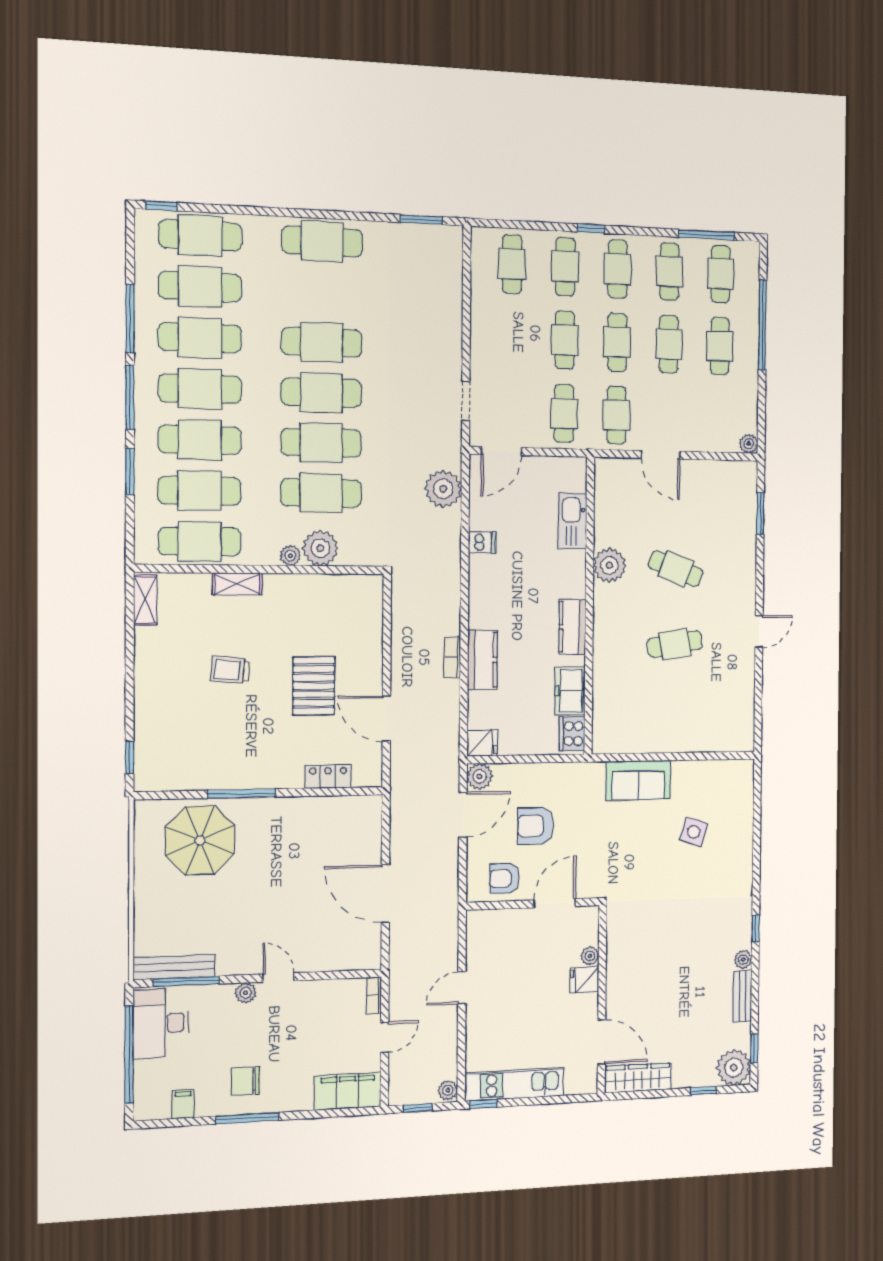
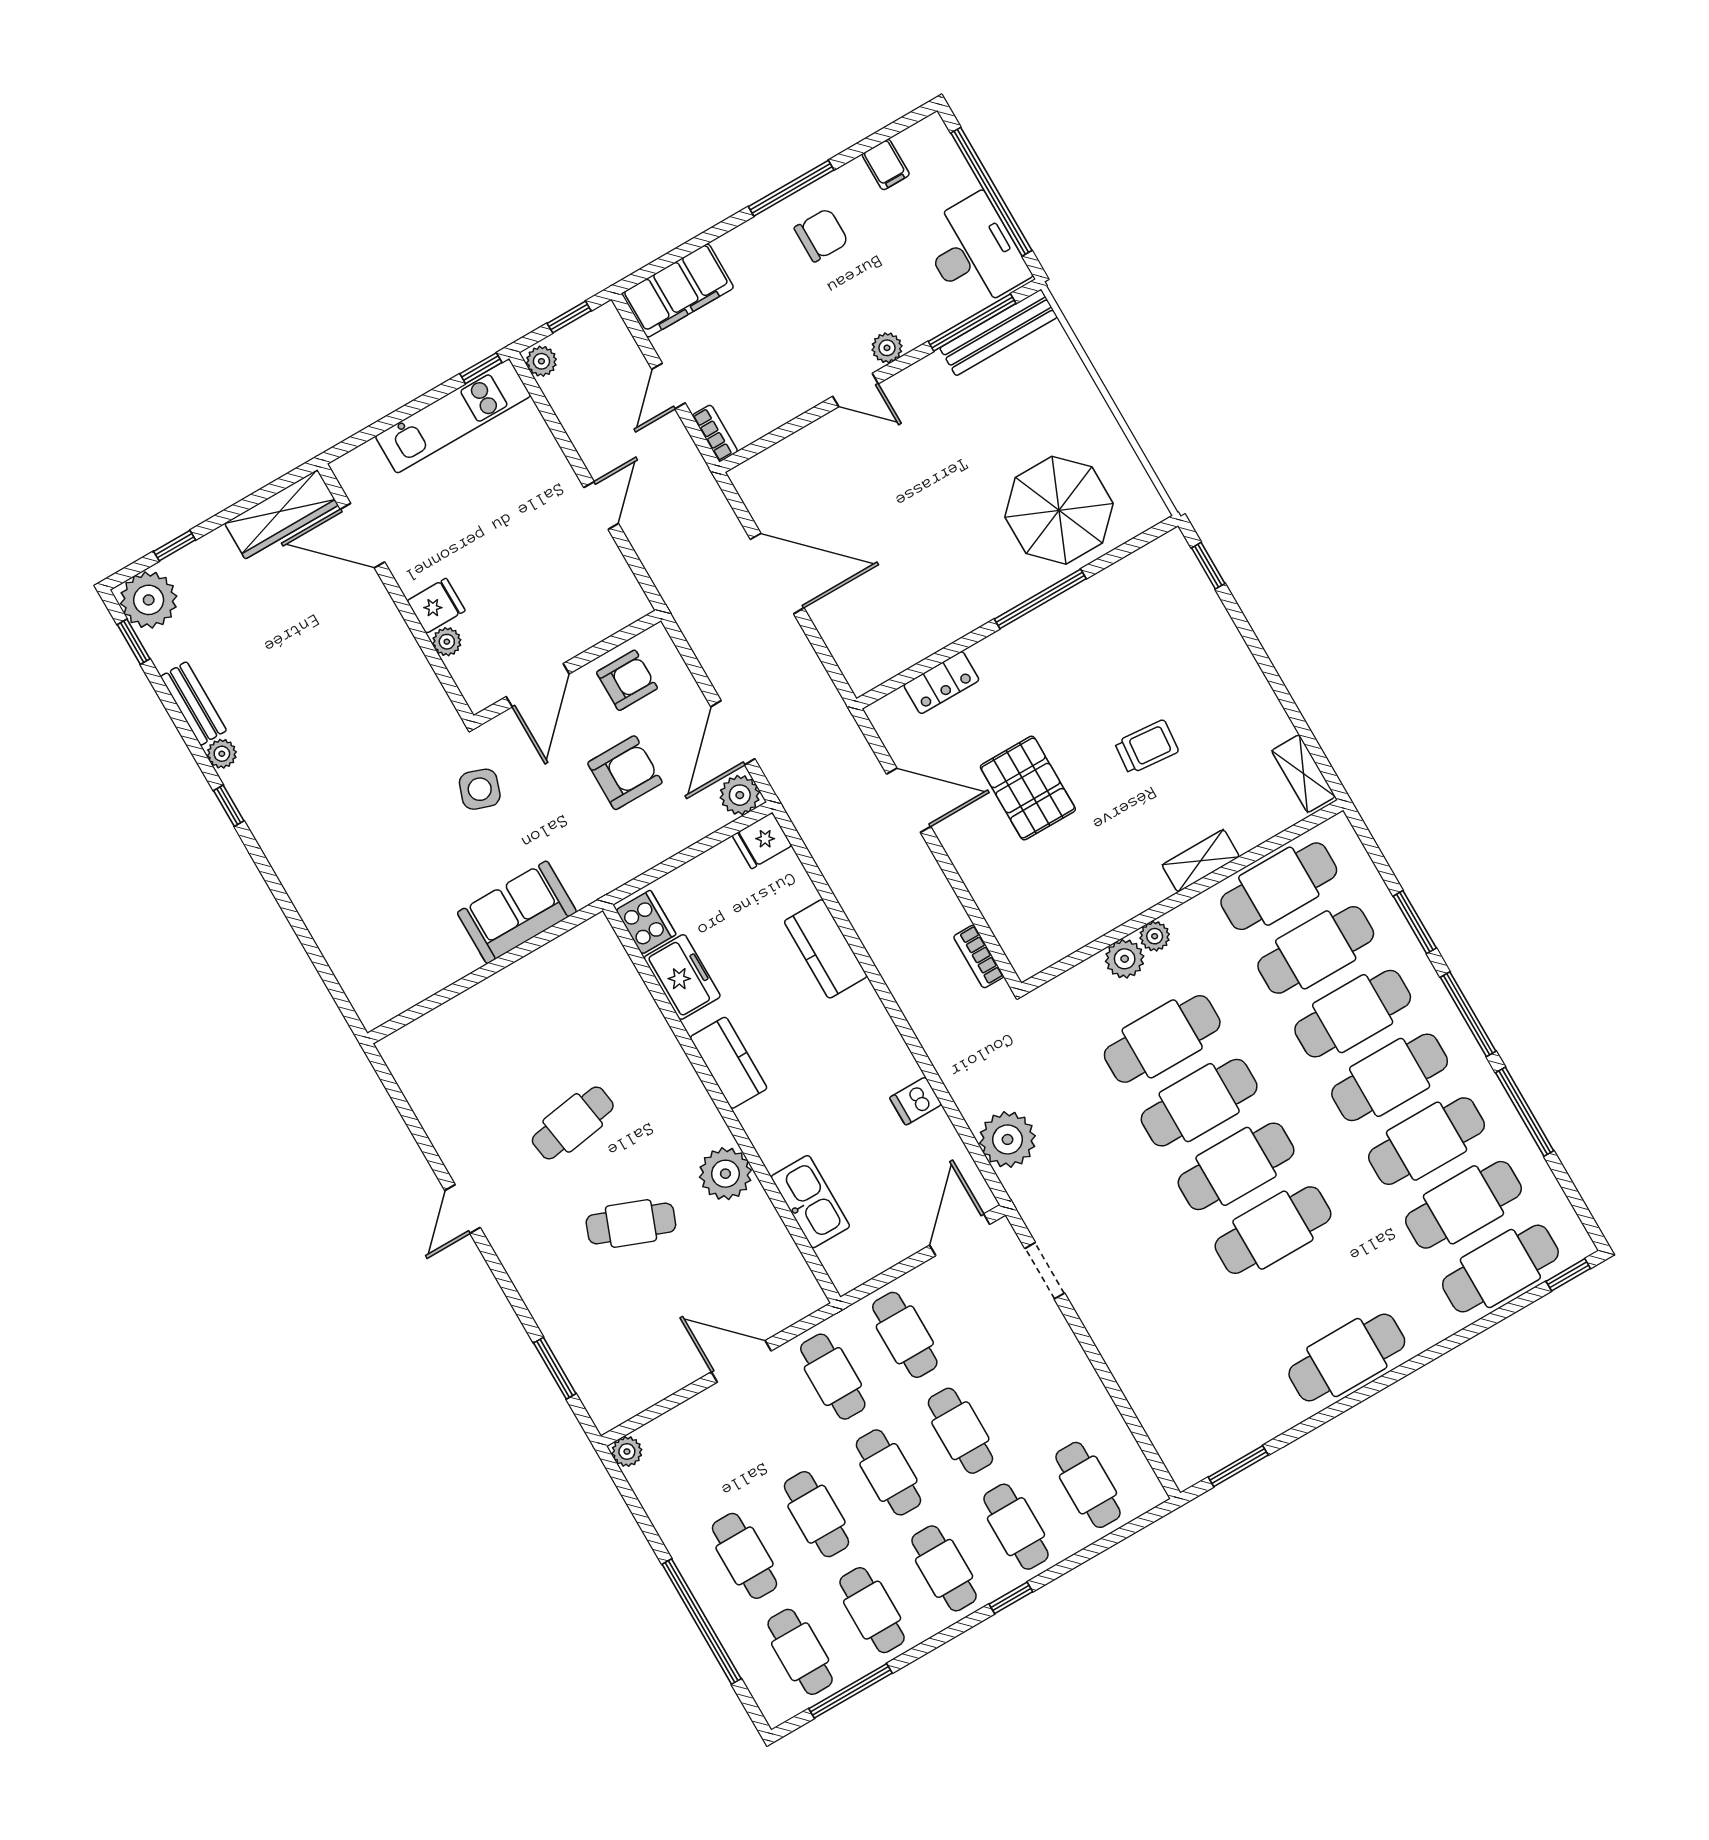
plant: (320, 548) -> (1125, 959), width x0.73, depth x0.73
bookcase: (452, 657) -> (979, 957), moved, turned 180
side table: (694, 832) -> (480, 789), moved

